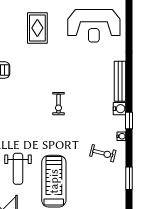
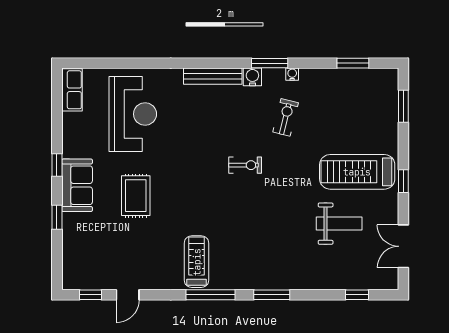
rug: (37, 28) -> (136, 196), turned 90
window: (129, 121) -> (270, 63), width x1.50
exercise bike: (103, 153) -> (286, 117), moved

